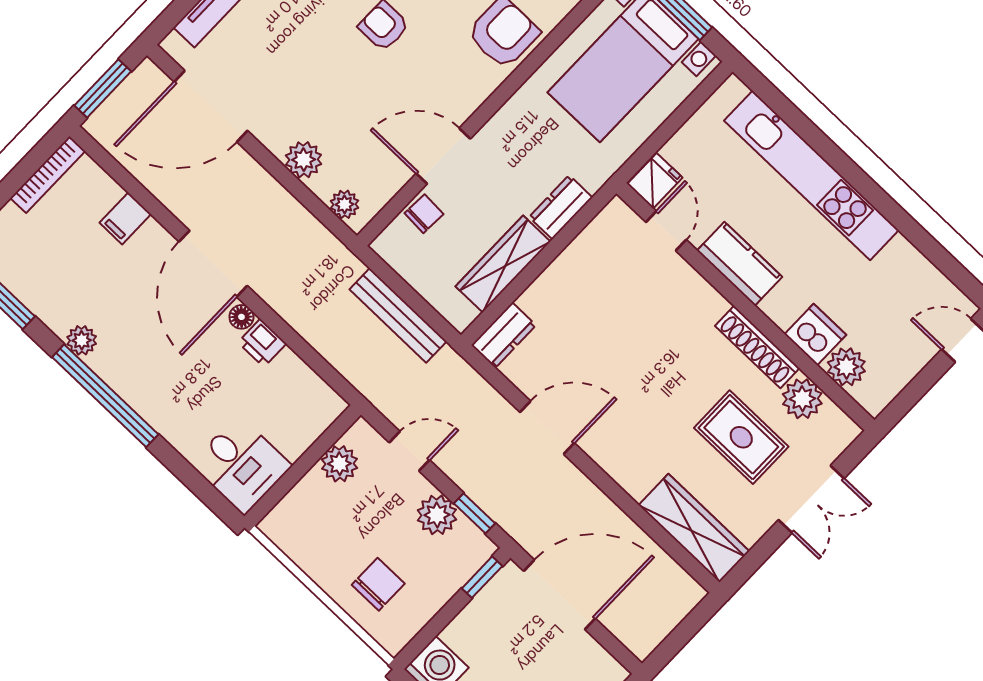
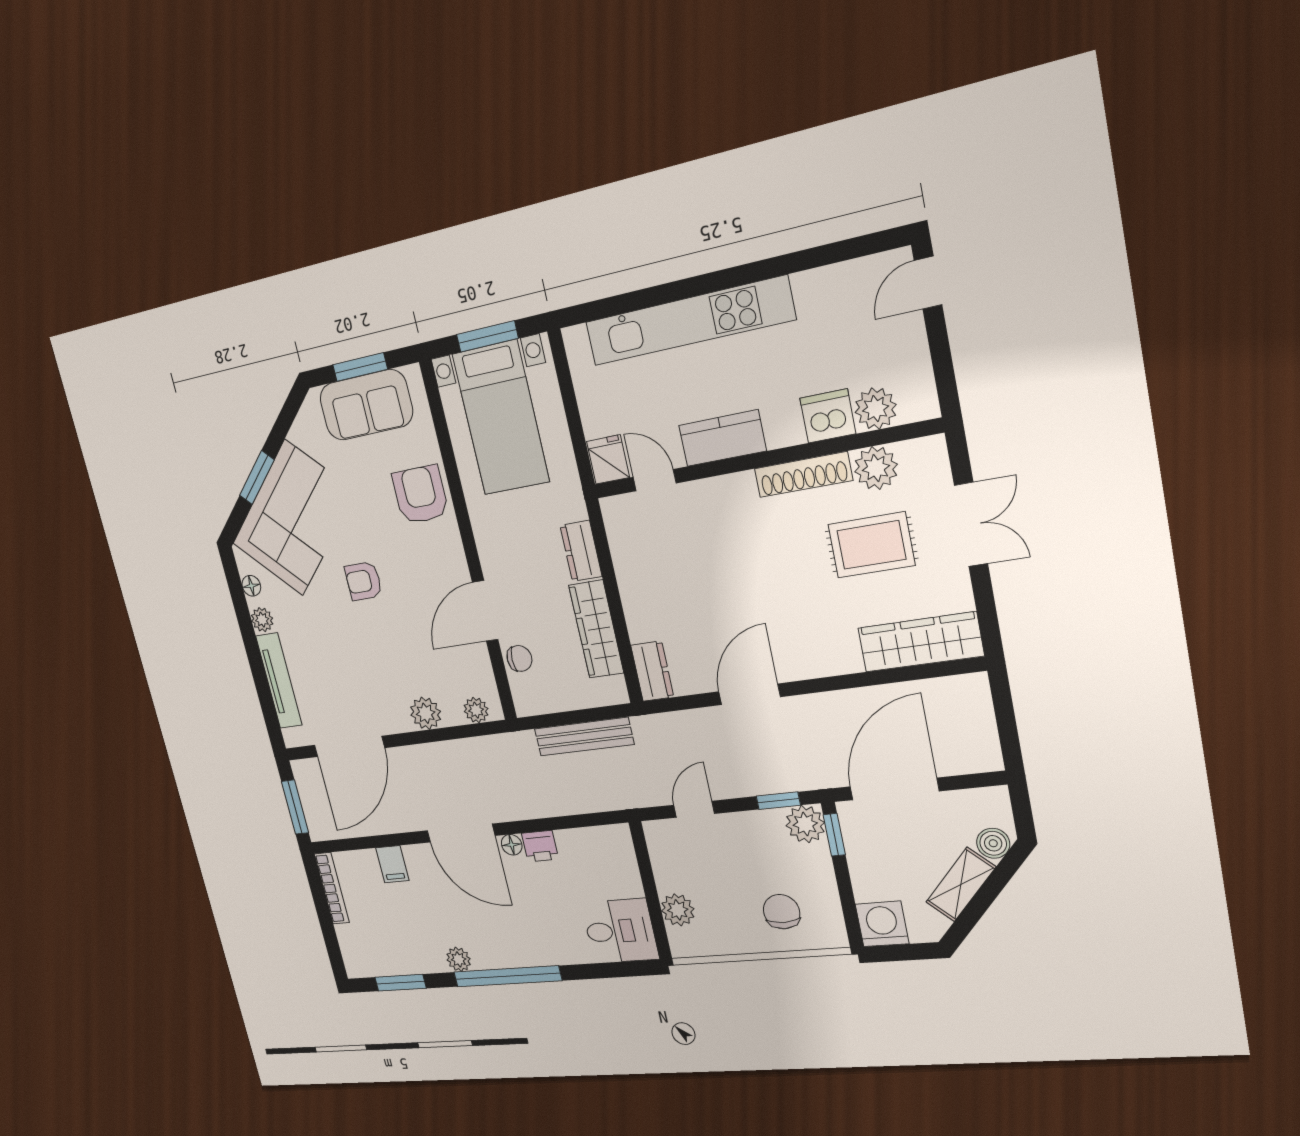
chair: (424, 214) -> (519, 658), turned 87
plant: (339, 464) -> (678, 910), moved
plant: (437, 515) -> (805, 824), moved

